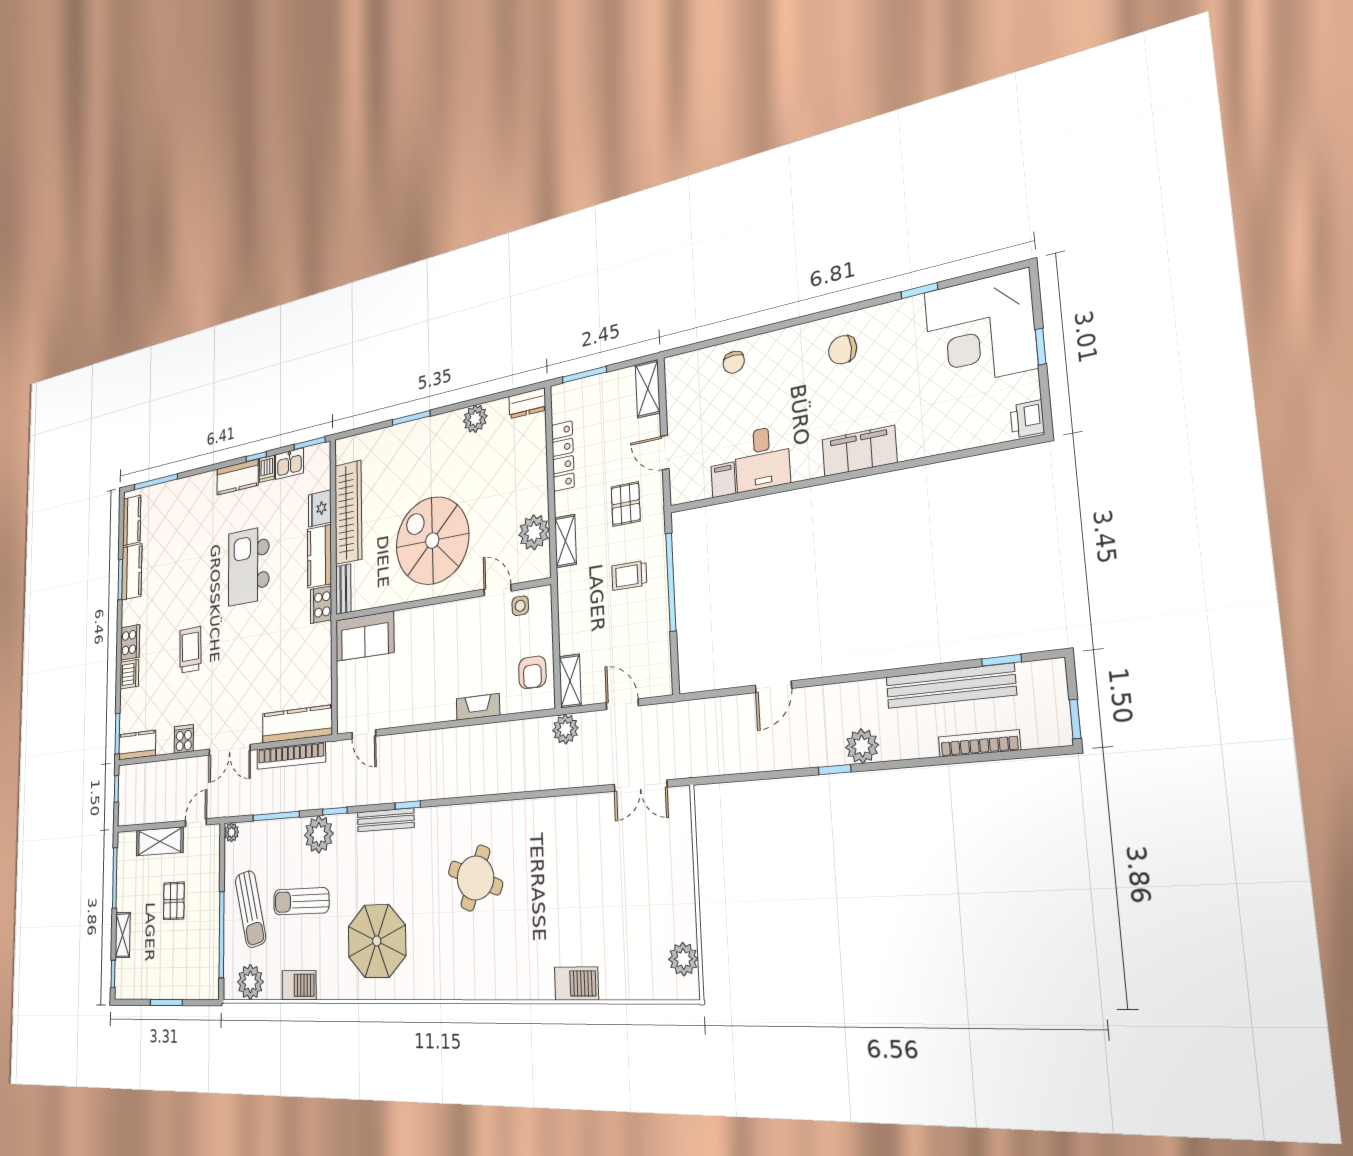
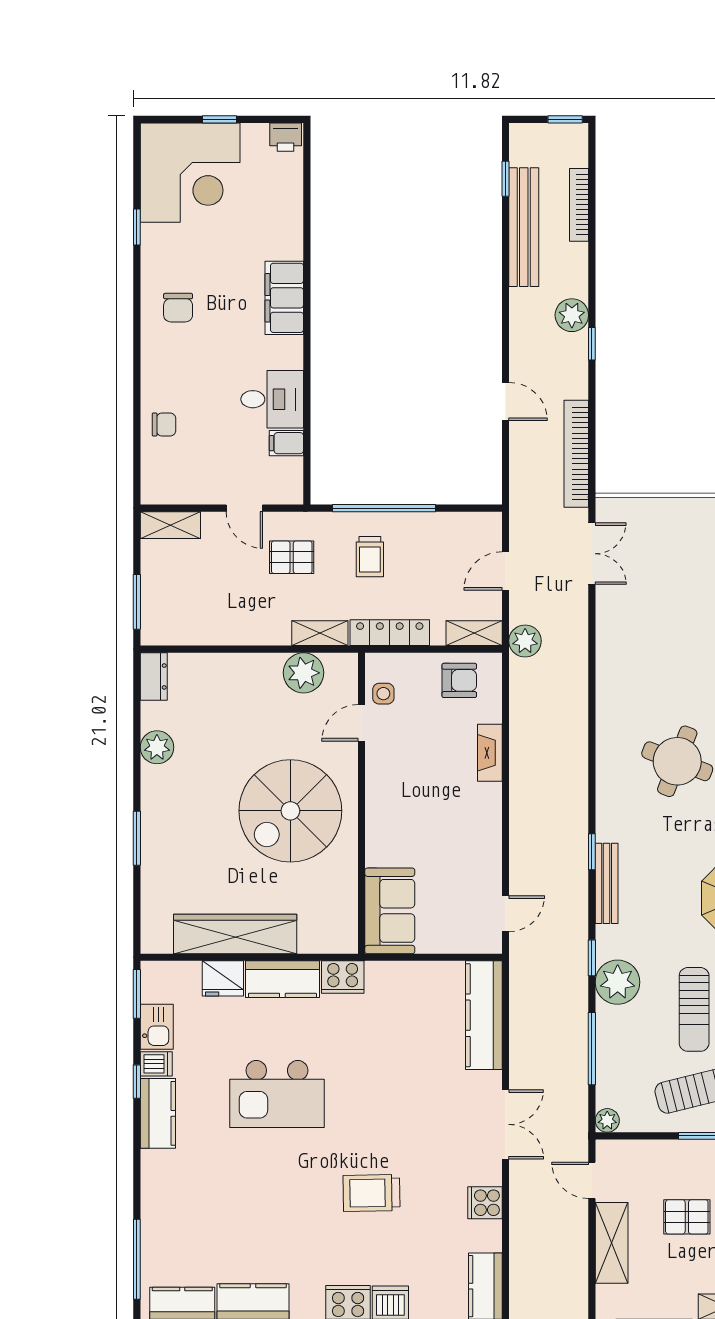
door: (665, 452) -> (244, 508), hinge flipped
locker: (563, 456) -> (390, 633), moved
bench: (343, 589) -> (328, 943), removed
bookcase: (291, 756) -> (576, 454), moved, turned 180

